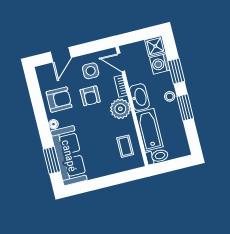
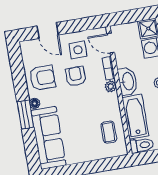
door: (61, 55) -> (48, 31), hinge flipped
armchair: (90, 96) -> (76, 76), turned 180
plant: (120, 109) -> (111, 86), width x0.53, depth x0.53
window: (52, 160) -> (25, 115), moved

